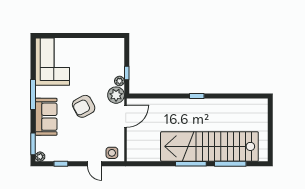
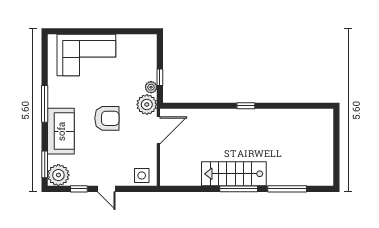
corner sofa: (52, 62) -> (86, 55), moved, turned 90
armchair: (84, 106) -> (107, 118), turned -152
stairs: (209, 146) -> (234, 174), width x0.54, depth x0.66
plant: (40, 157) -> (58, 175), width x1.88, depth x1.88
door: (95, 164) -> (106, 189), moved

